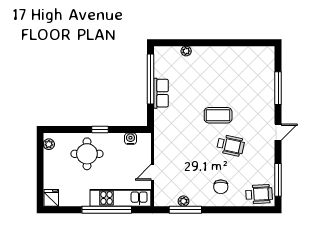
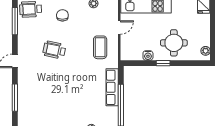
row of seats: (161, 93) -> (112, 87), width x1.48
coffee table: (218, 115) -> (100, 47), moved, turned 90
water cooler: (130, 139) -> (148, 55), moved

